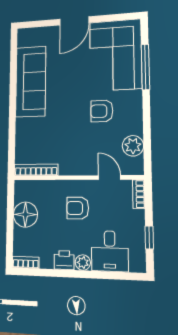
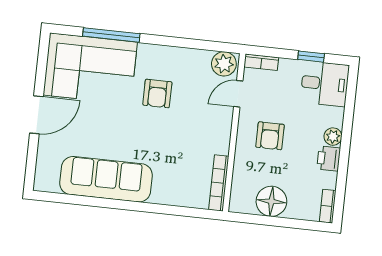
door: (74, 21) -> (36, 115), hinge flipped
plant: (133, 146) -> (224, 64), moved
desk: (110, 251) -> (325, 84), moved

